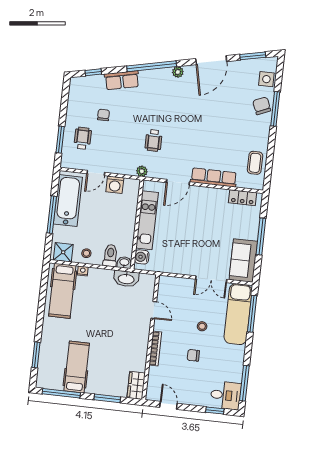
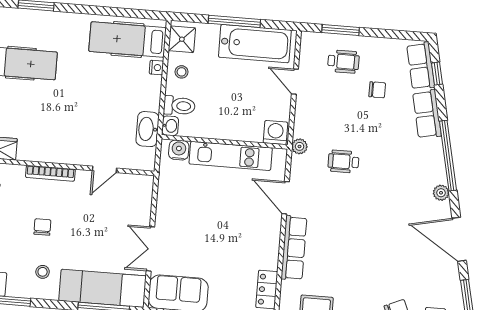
row of seats: (87, 84) -> (421, 66), added
washing machine: (115, 185) -> (275, 133), moved, turned 90
stool: (202, 326) -> (43, 272), moved

